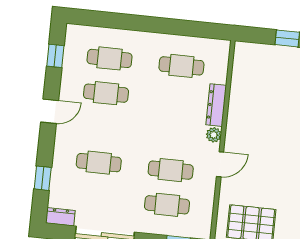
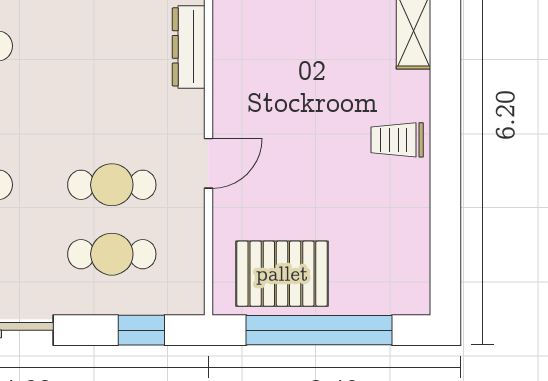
plant: (214, 135) -> (190, 106), removed

